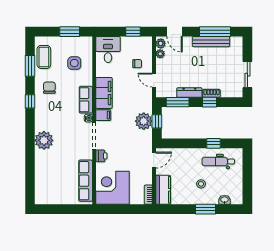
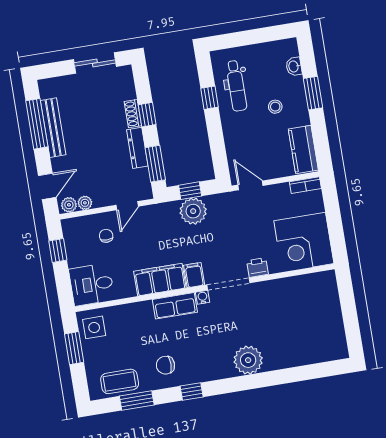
side table: (74, 63) -> (94, 327), moved
row of seats: (86, 181) -> (300, 286), removed
kitchen counter: (163, 190) -> (303, 150), moved, turned -90

